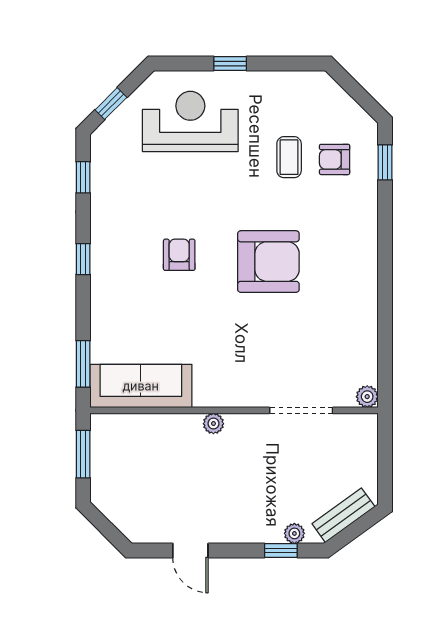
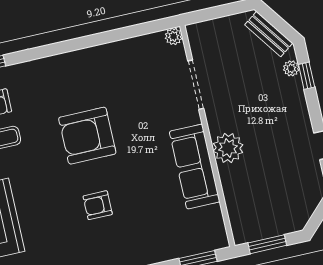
armchair: (268, 262) -> (87, 136), turned -90
sofa: (141, 386) -> (195, 167), moved
plant: (213, 424) -> (228, 148), width x1.88, depth x1.88

